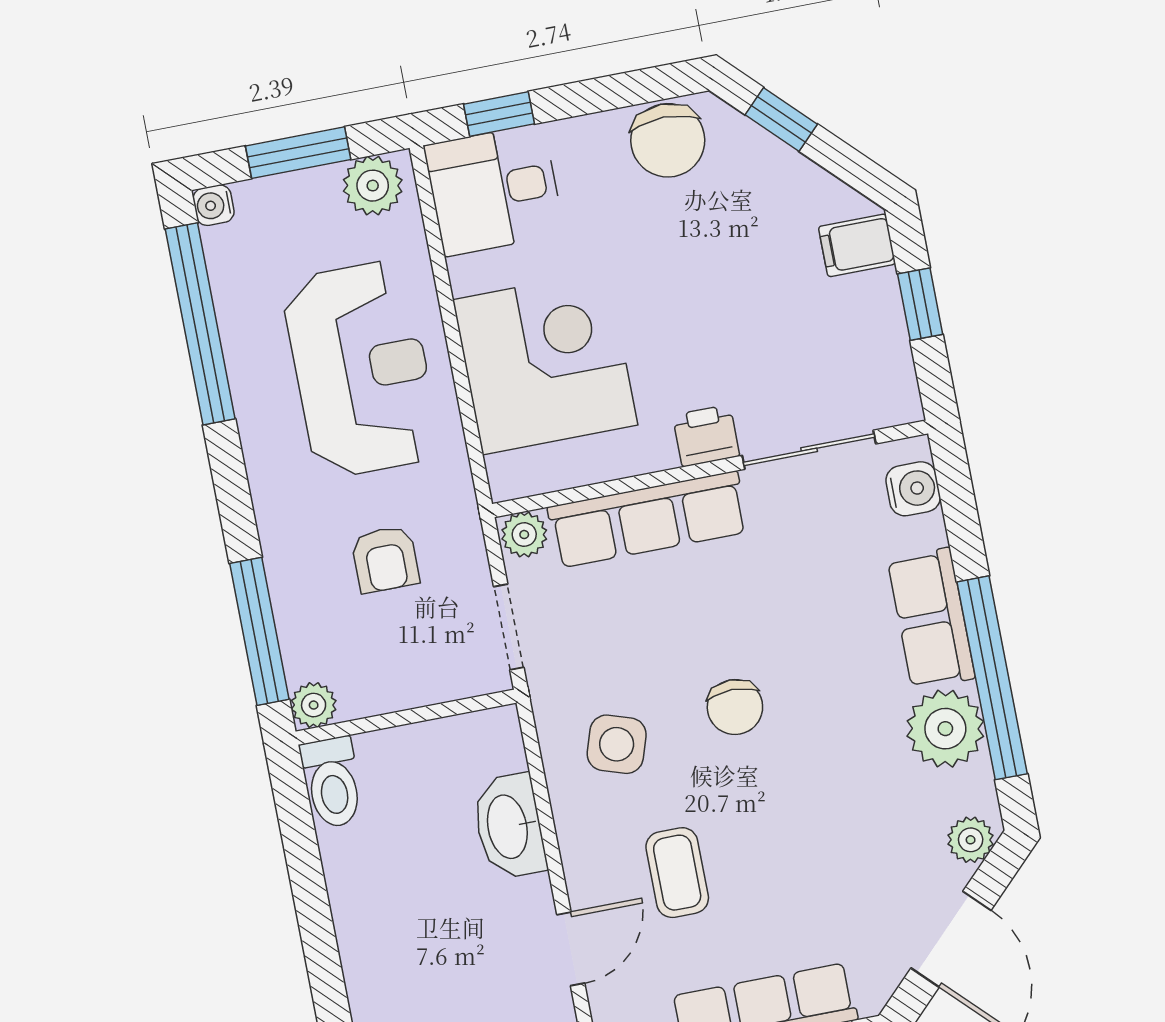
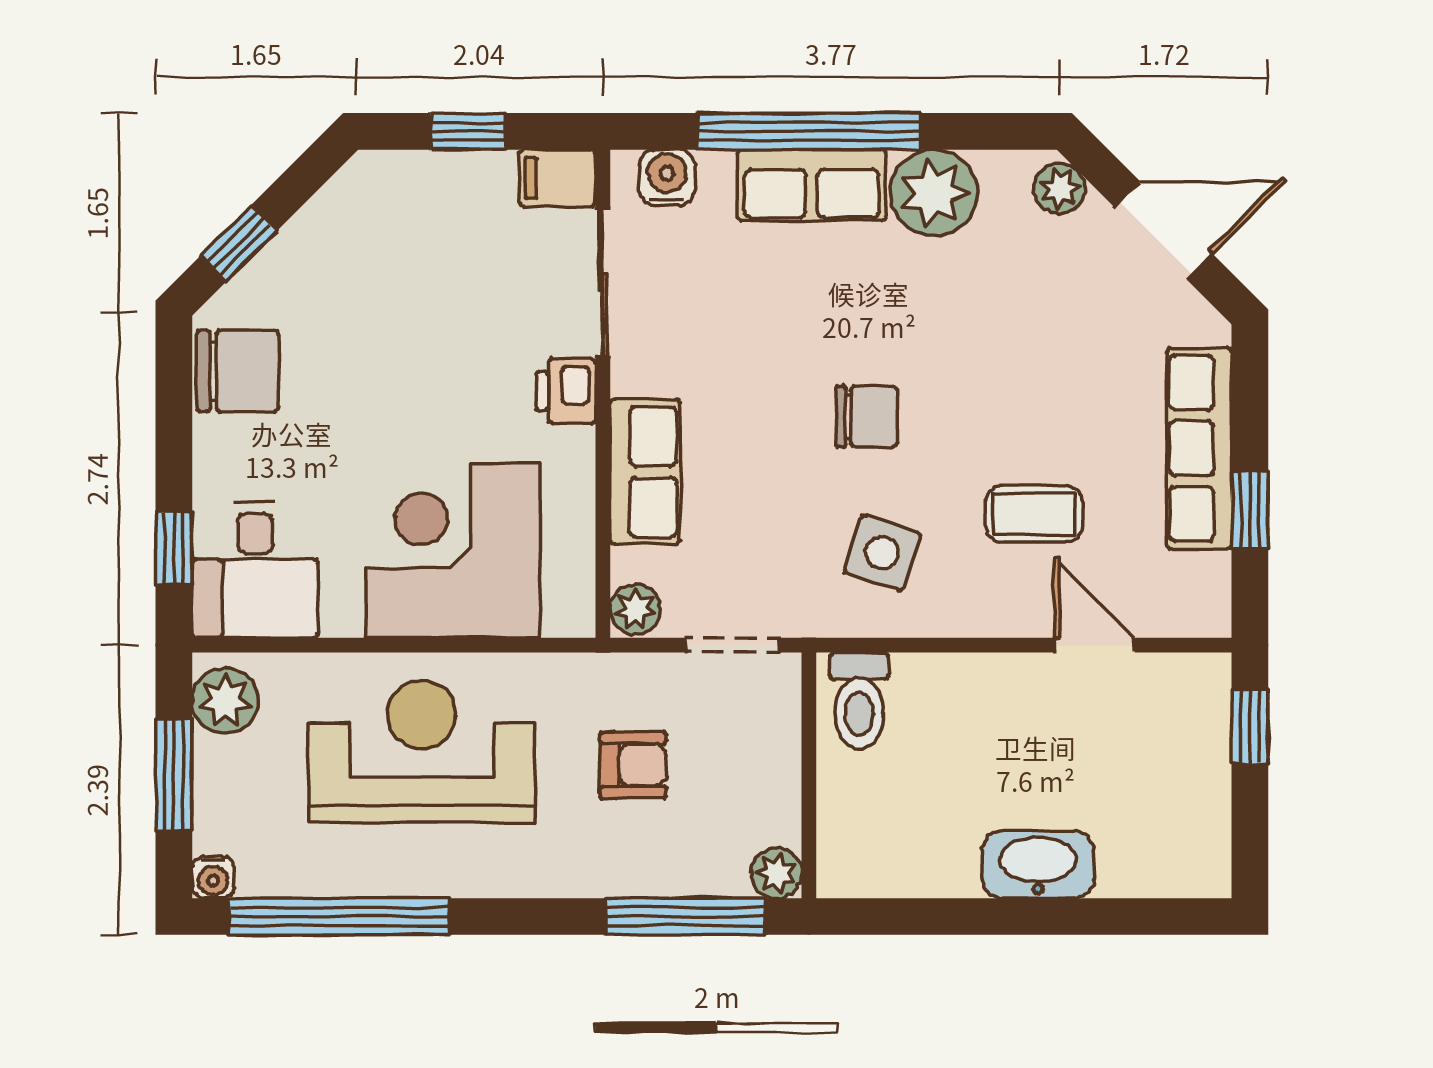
filing cabinet: (857, 245) -> (557, 178), moved, turned 90
row of seats: (648, 519) -> (645, 472), width x0.68
window: (992, 678) -> (809, 131), moved
toilet: (332, 782) -> (859, 701), moved, turned 90
washbasin: (509, 826) -> (1038, 864), moved, turned 180

